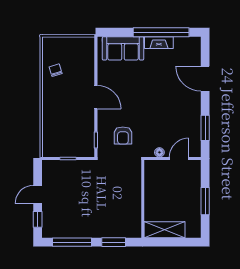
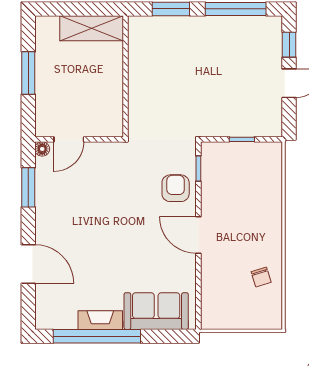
armchair: (123, 135) -> (176, 188), moved
floor lamp: (159, 152) -> (42, 149), moved

